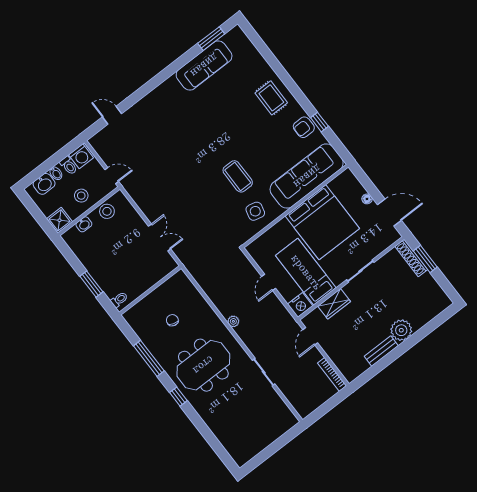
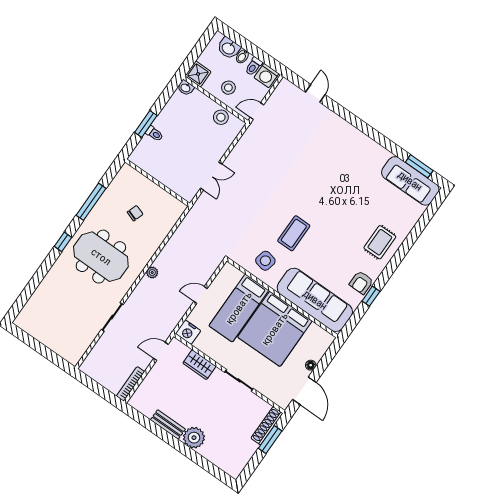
sofa: (204, 65) -> (410, 181), moved
armchair: (304, 127) -> (361, 283), turned -90
door: (112, 176) -> (257, 111), swing flipped
washbasin: (84, 224) -> (186, 88), moved
bed: (306, 272) -> (239, 308), moved, turned 180
toilet: (119, 300) -> (154, 134), moved

